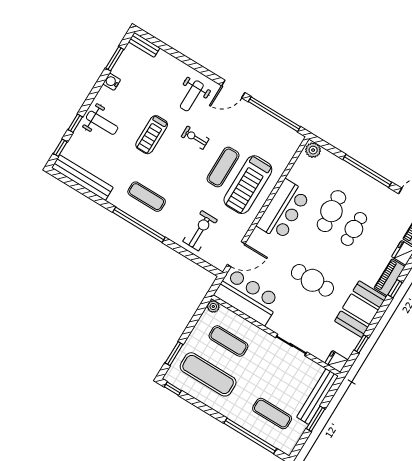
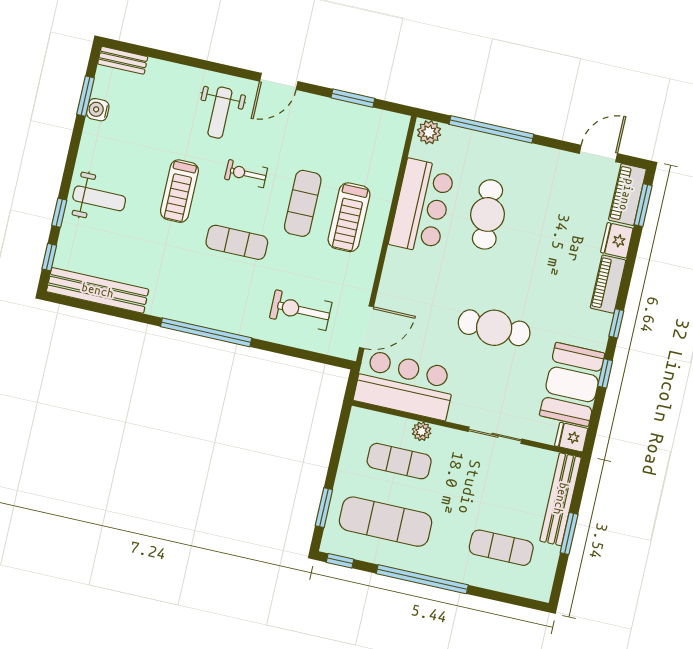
water cooler: (112, 82) -> (98, 110), moved
window: (274, 114) -> (353, 98), width x0.47
window: (367, 171) -> (491, 129), moved
treadmill: (248, 185) -> (349, 217), width x0.73, depth x0.73
exercise mat: (147, 197) -> (237, 242), moved
bar counter: (283, 210) -> (422, 206), moved
cafe table: (354, 229) -> (530, 230), removed
exercise bike: (200, 231) -> (301, 310), turned -90
window: (395, 289) -> (616, 323), moved
plant: (213, 306) -> (422, 431), moved
booth: (360, 309) -> (572, 384), moved
window: (361, 344) -> (605, 373), moved
window: (250, 436) -> (422, 579), moved

